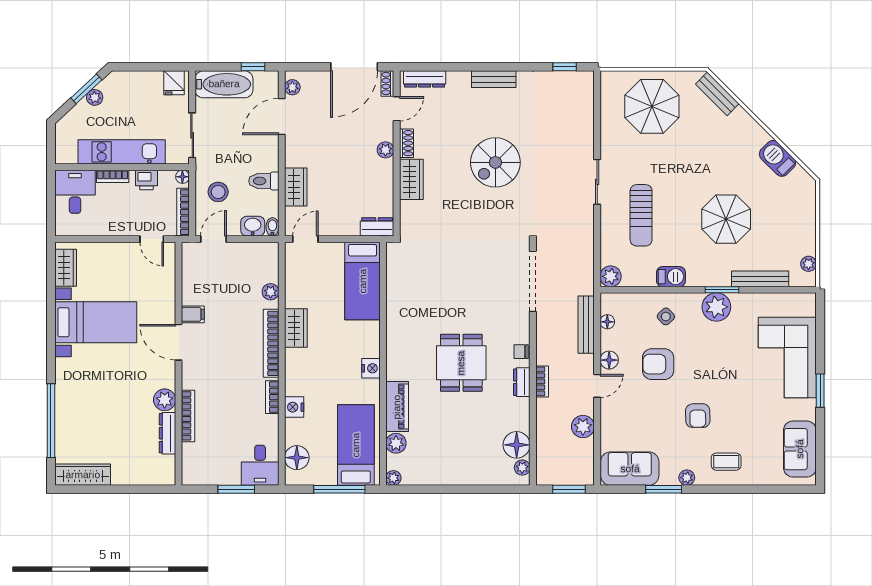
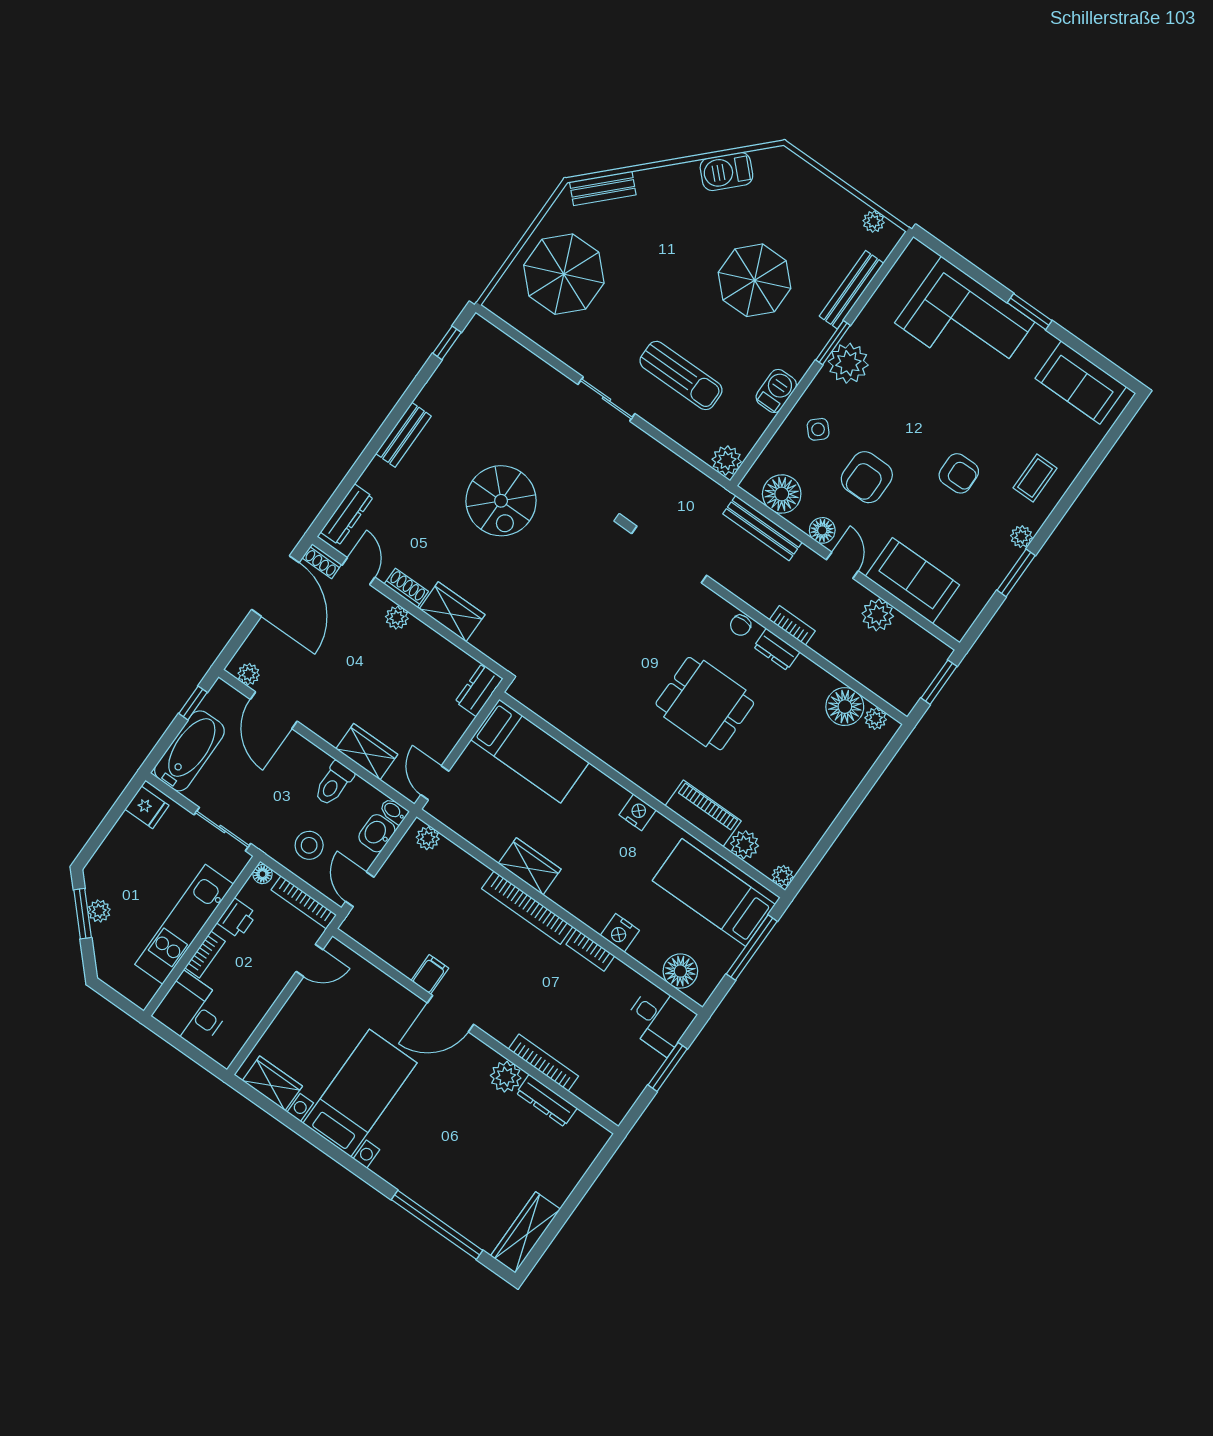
plant: (271, 292) -> (428, 838), moved
floor lamp: (607, 322) -> (782, 494), width x1.89, depth x1.89
sofa: (630, 469) -> (912, 581), moved, turned 90

